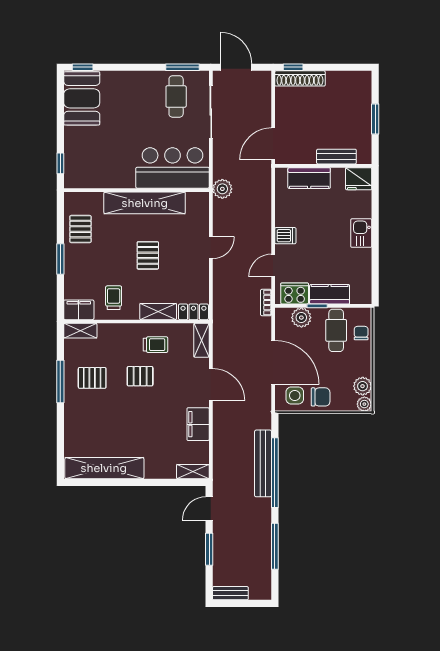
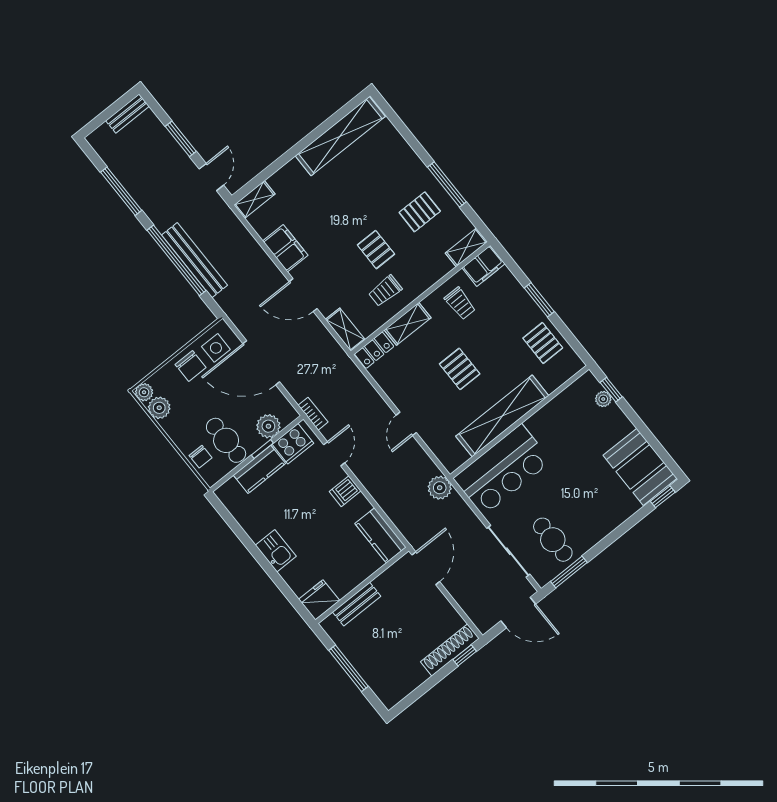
window: (375, 119) -> (349, 668), width x1.44
plant: (70, 161) -> (603, 399), added
kitchen counter: (309, 178) -> (381, 535), moved, turned -90
pallet: (140, 376) -> (376, 250), turned 90
chair: (321, 397) -> (191, 366), turned -90

